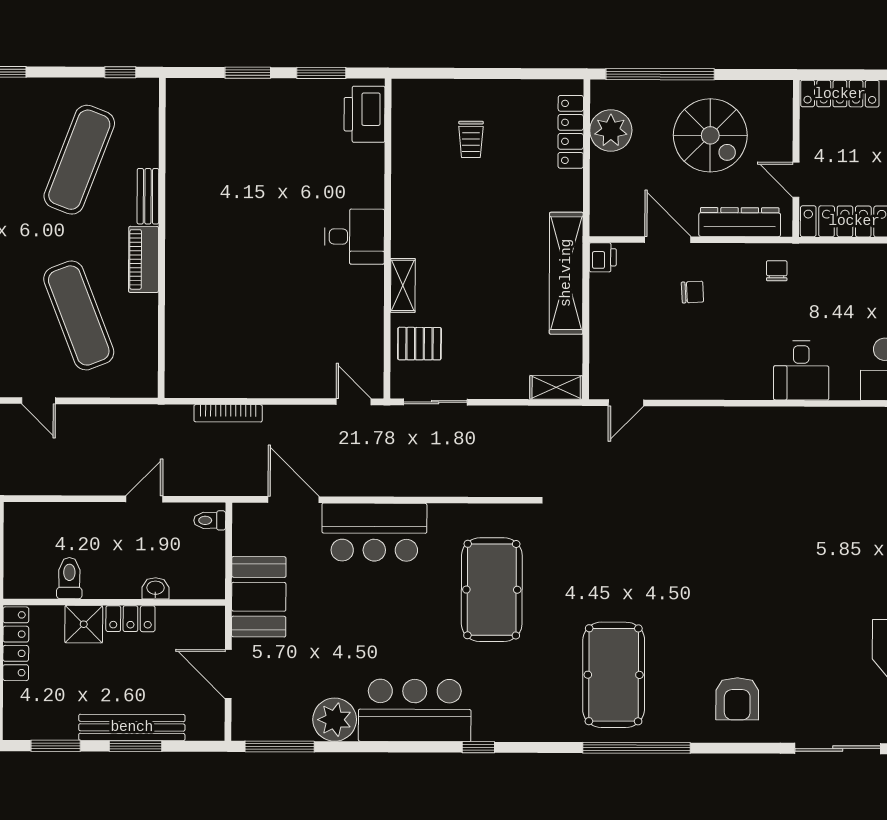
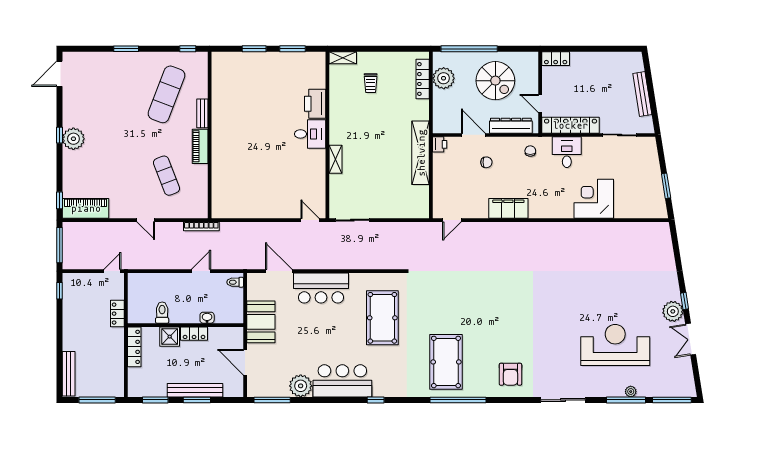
locker: (840, 94) -> (556, 59), width x0.66
printer: (364, 114) -> (315, 104), moved
exercise mat: (79, 315) -> (167, 176), width x0.73, depth x0.69
pallet: (419, 344) -> (344, 190), removed
desk: (801, 370) -> (567, 152), moved, turned 180
filing cabinet: (734, 381) -> (508, 208), added
shelving: (556, 387) -> (343, 58), moved
bookcase: (228, 413) -> (201, 226), moved

